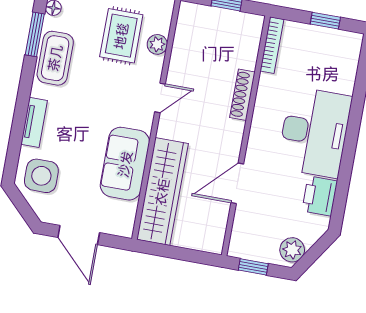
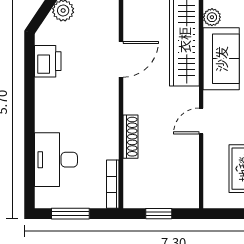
window: (325, 21) -> (70, 214), width x1.50
plant: (157, 44) -> (212, 17), moved
desk: (314, 132) -> (56, 160), moved, width x0.73, depth x0.77

